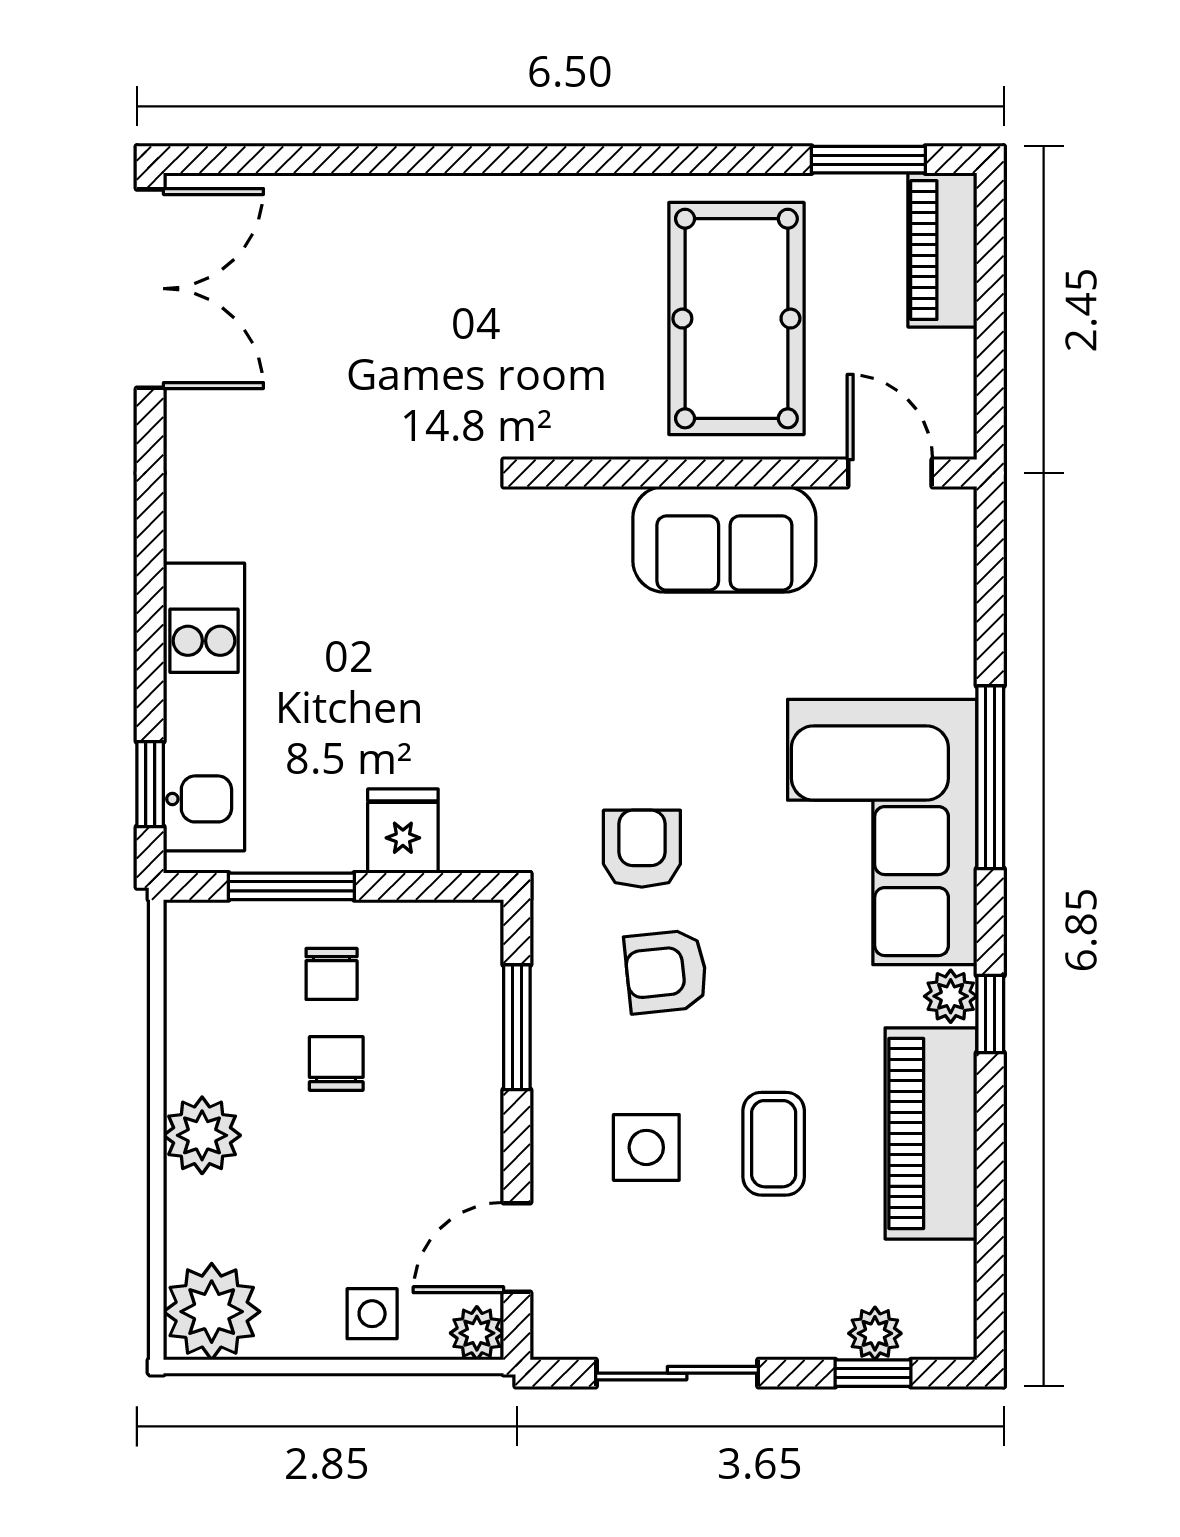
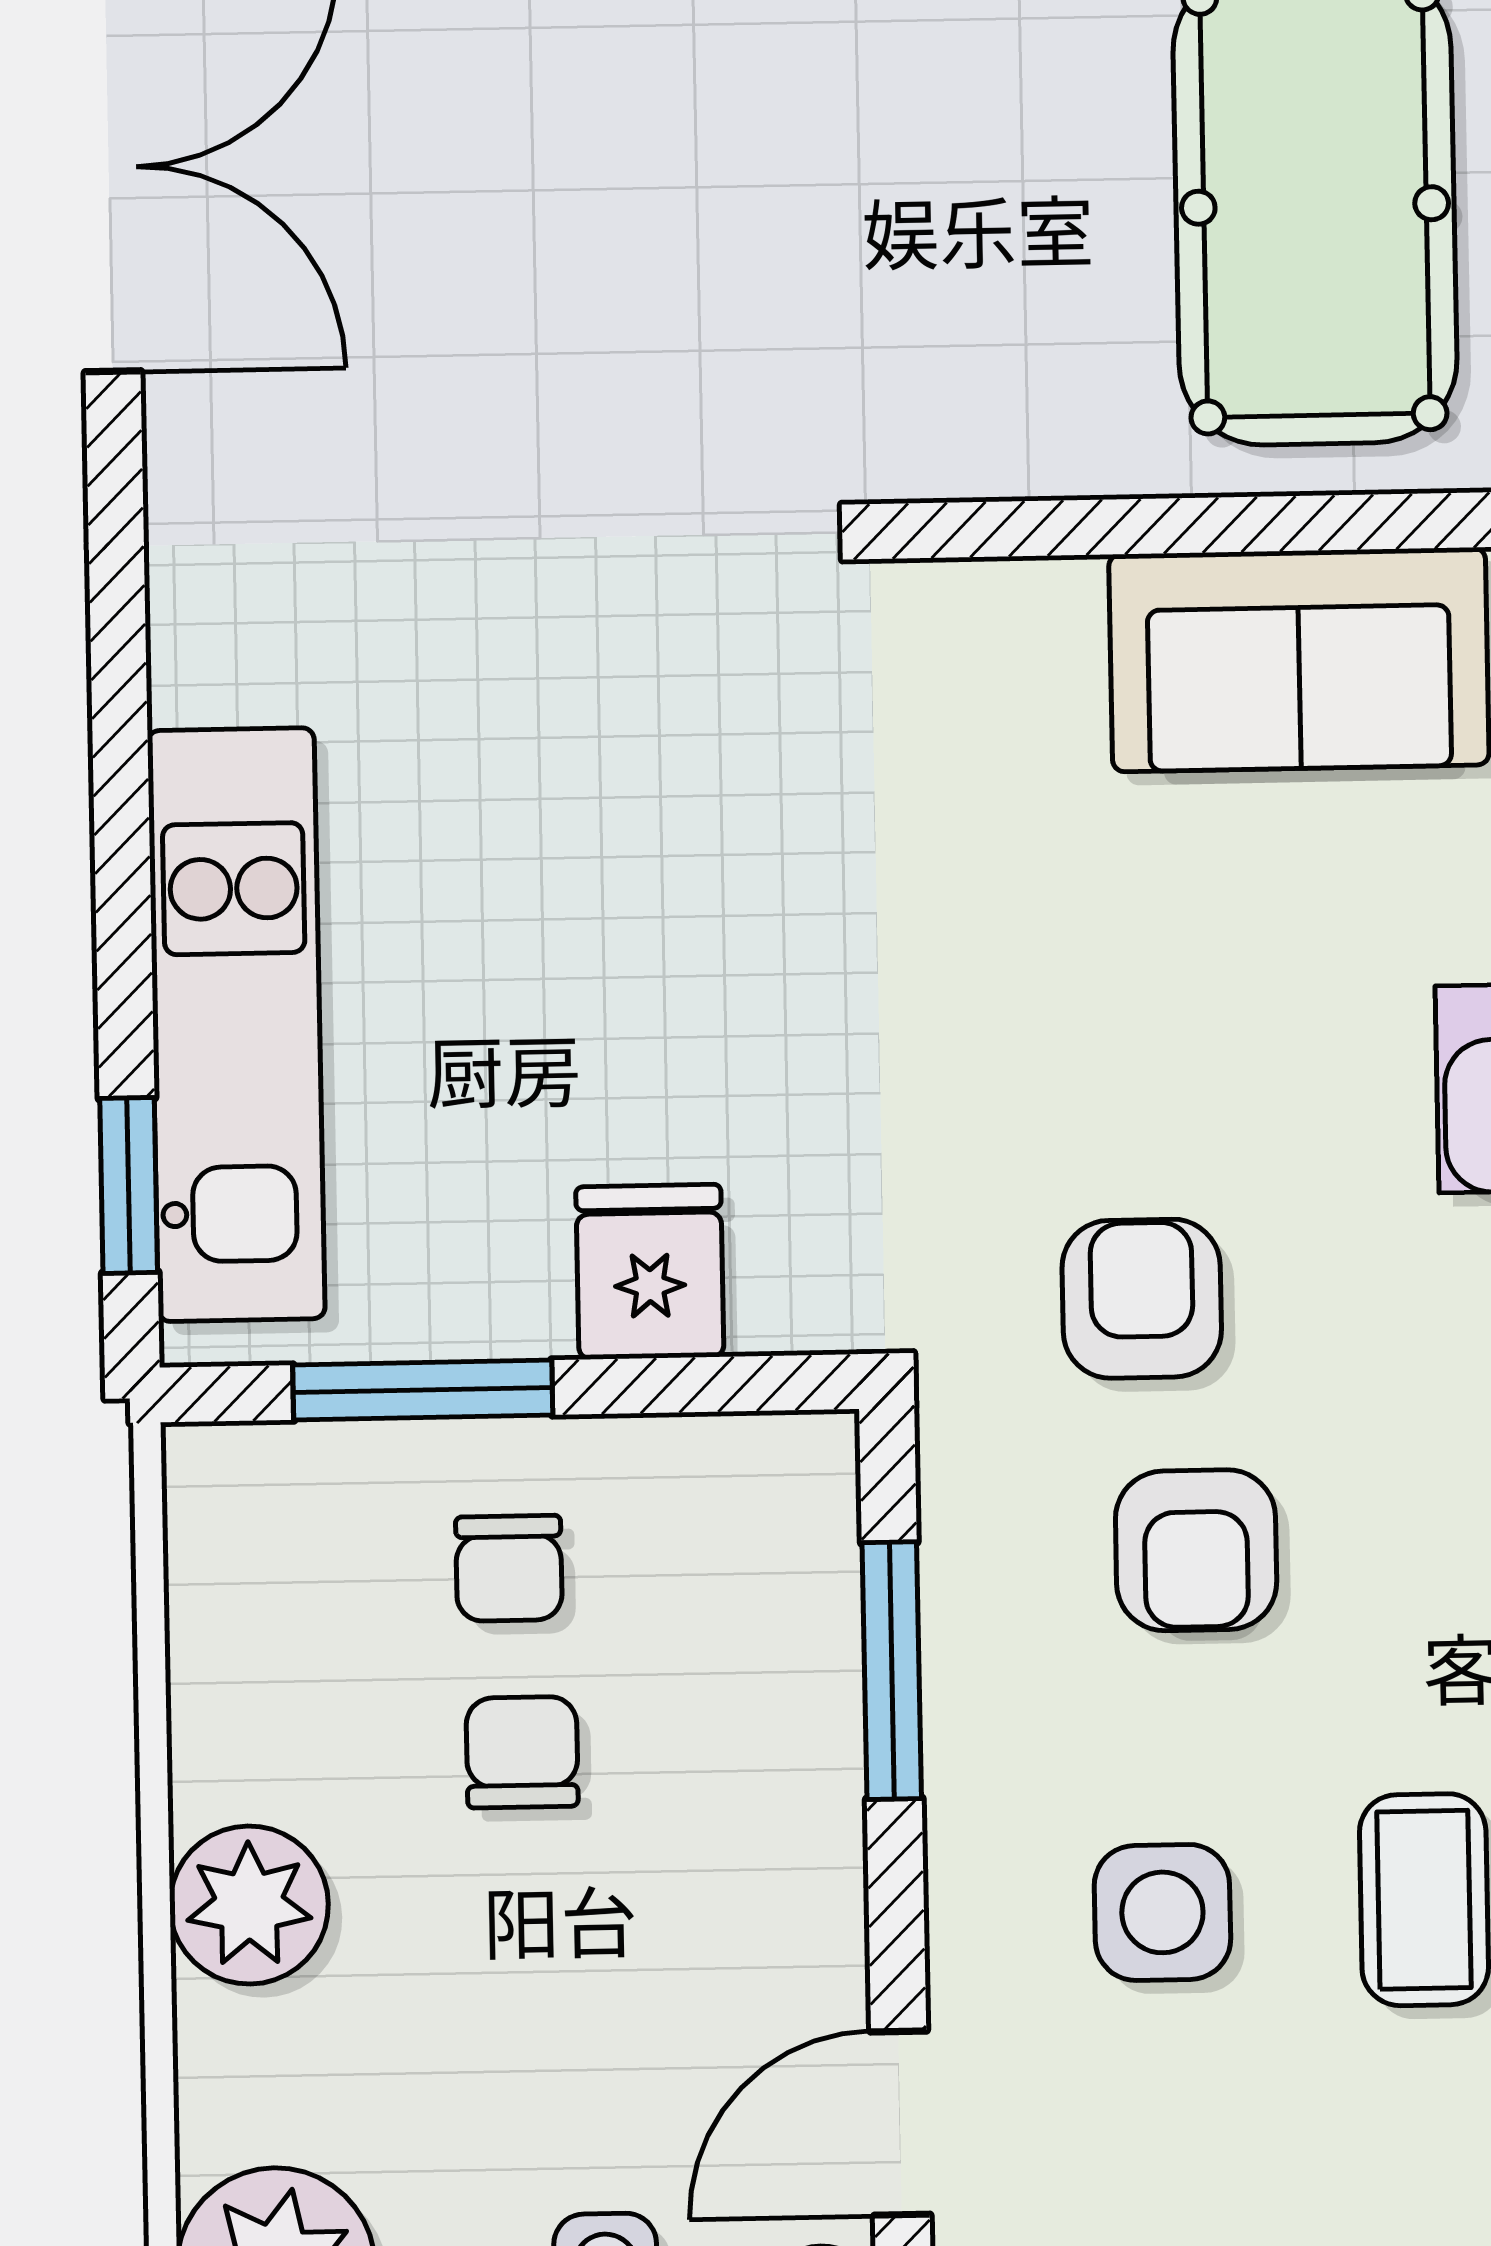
armchair: (666, 972) -> (1196, 1550), turned -84

